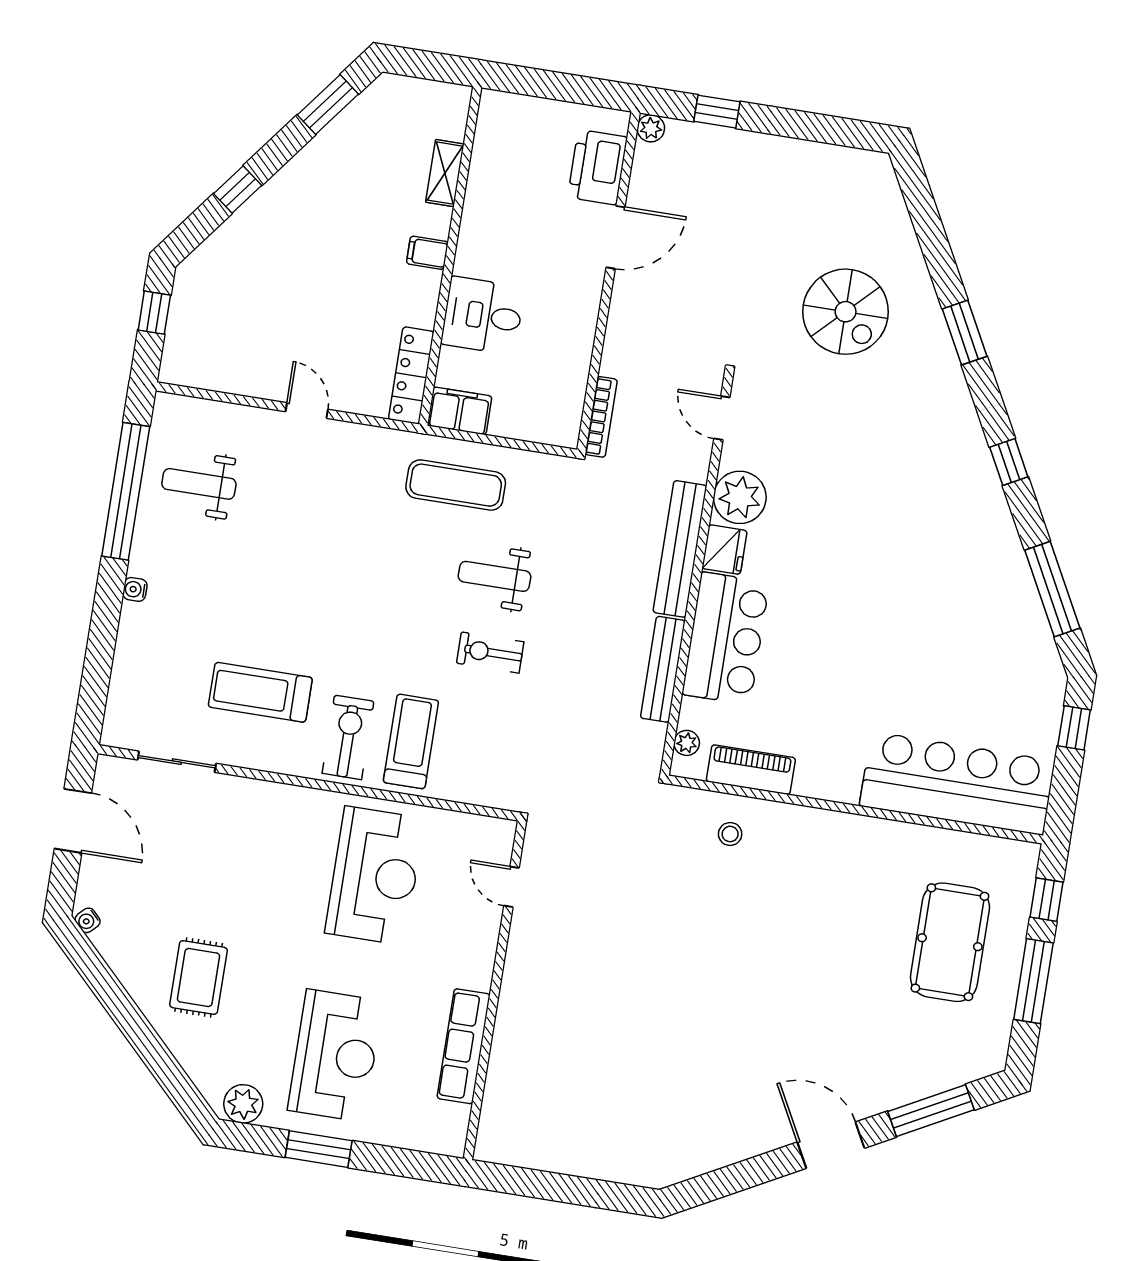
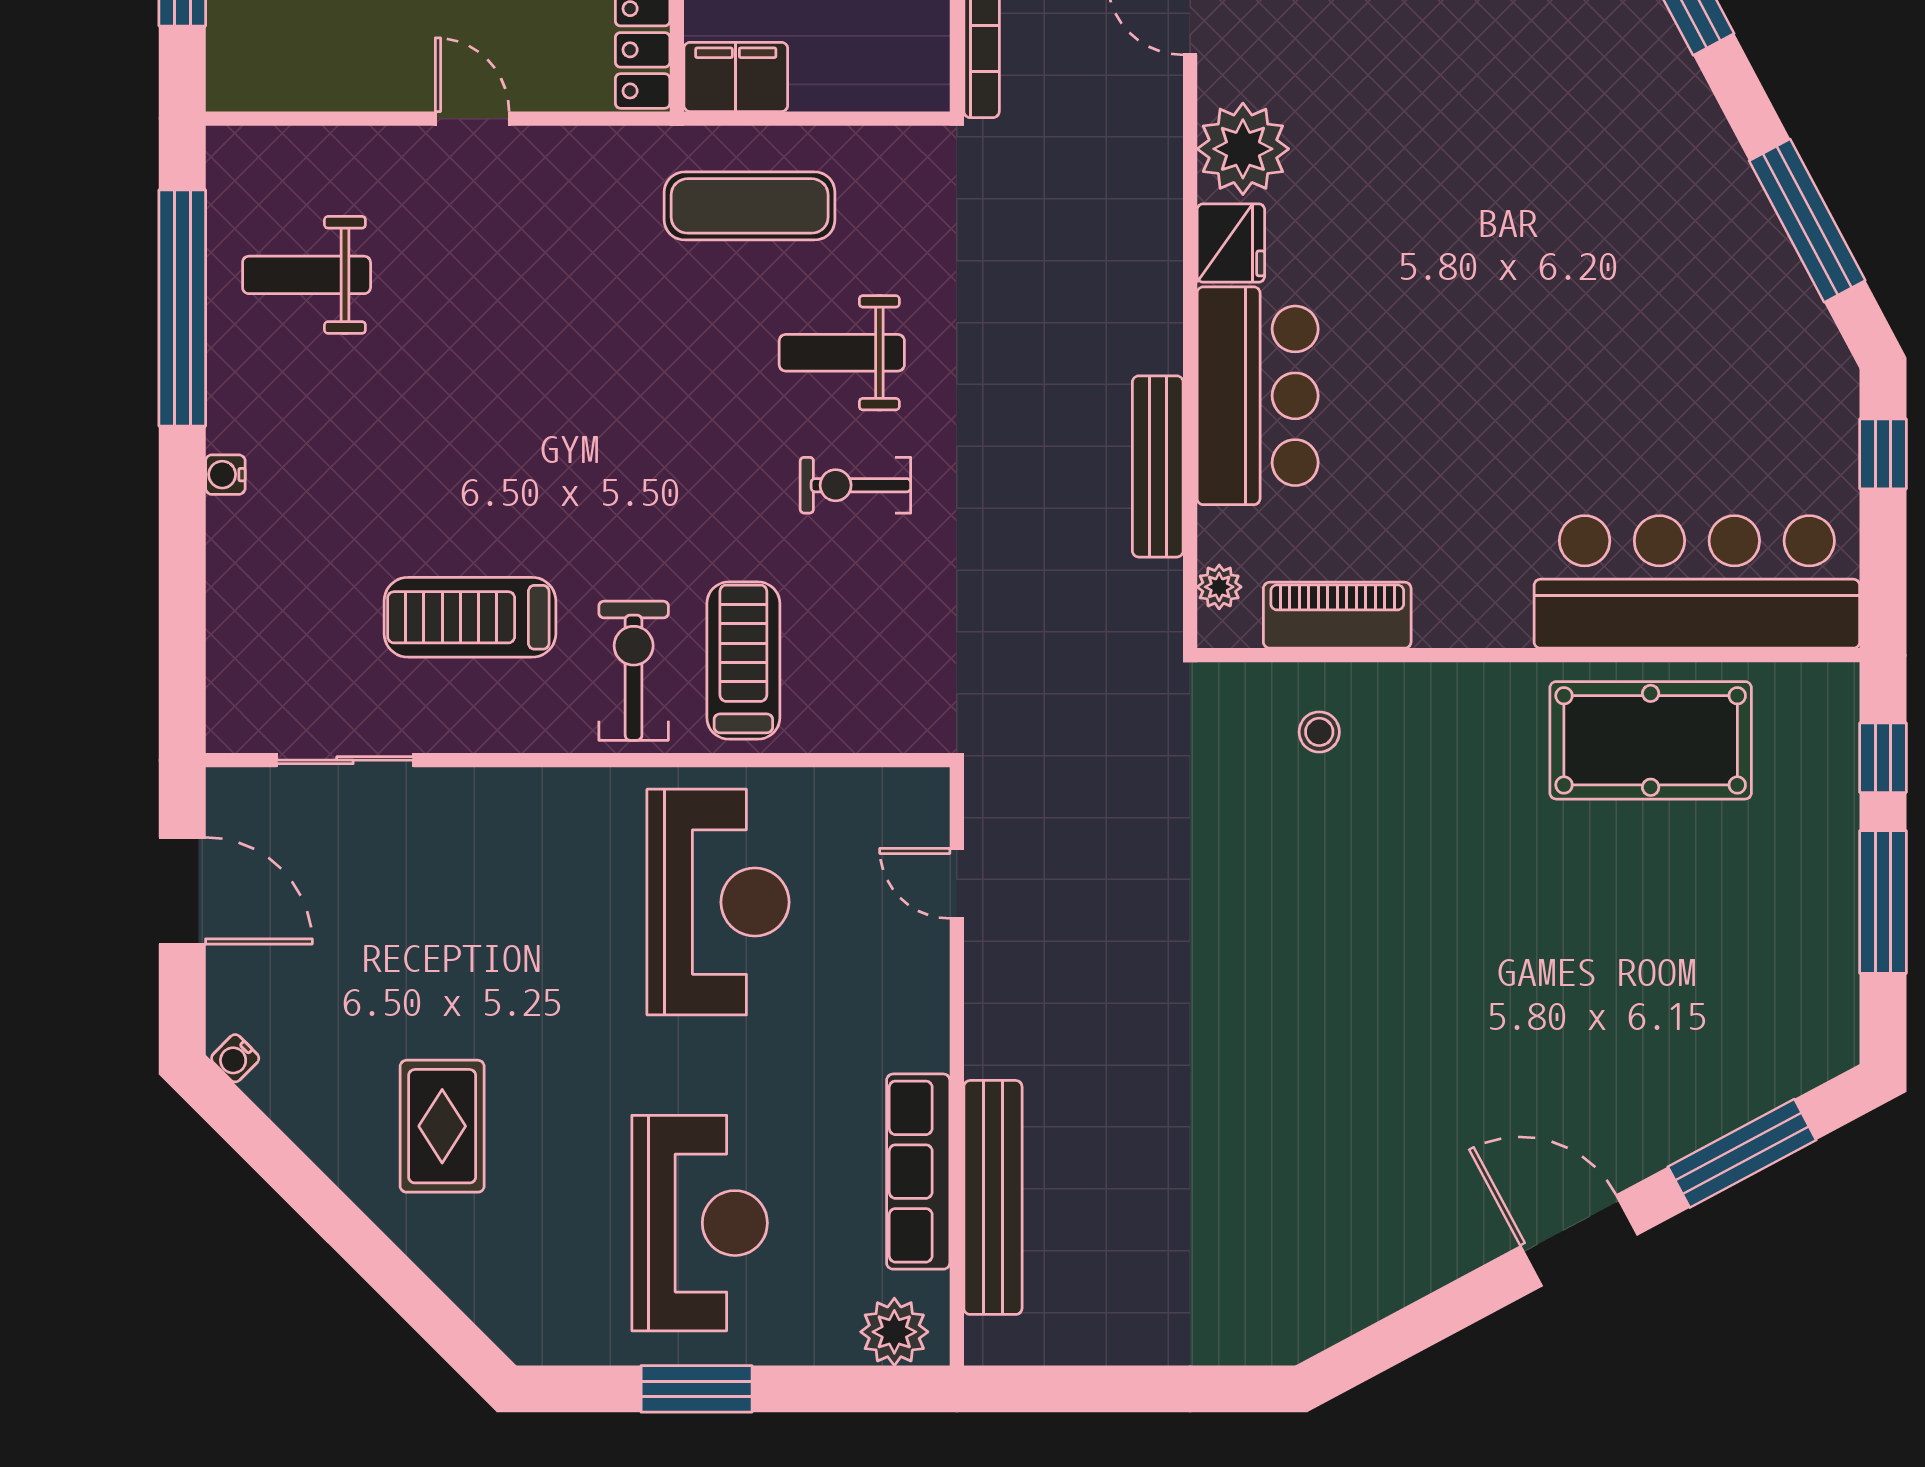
bench: (680, 549) -> (993, 1197), moved
pool table: (950, 942) -> (1651, 740), moved, turned 90
plant: (243, 1104) -> (894, 1332), moved

